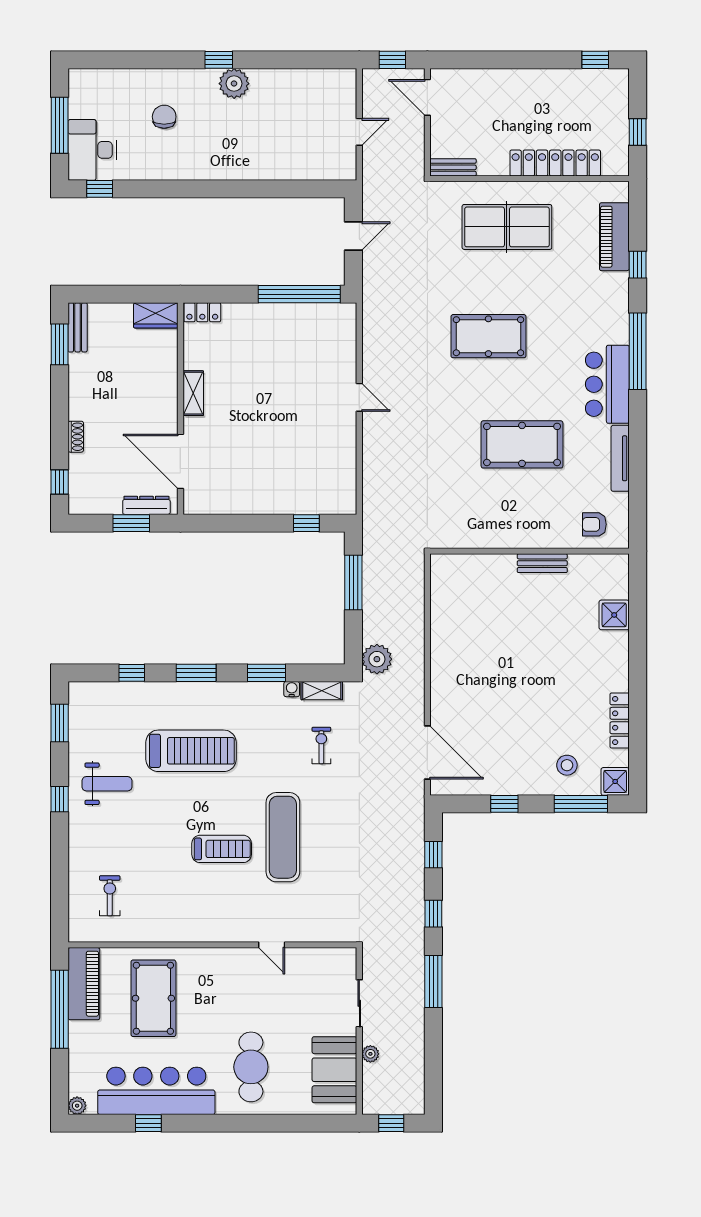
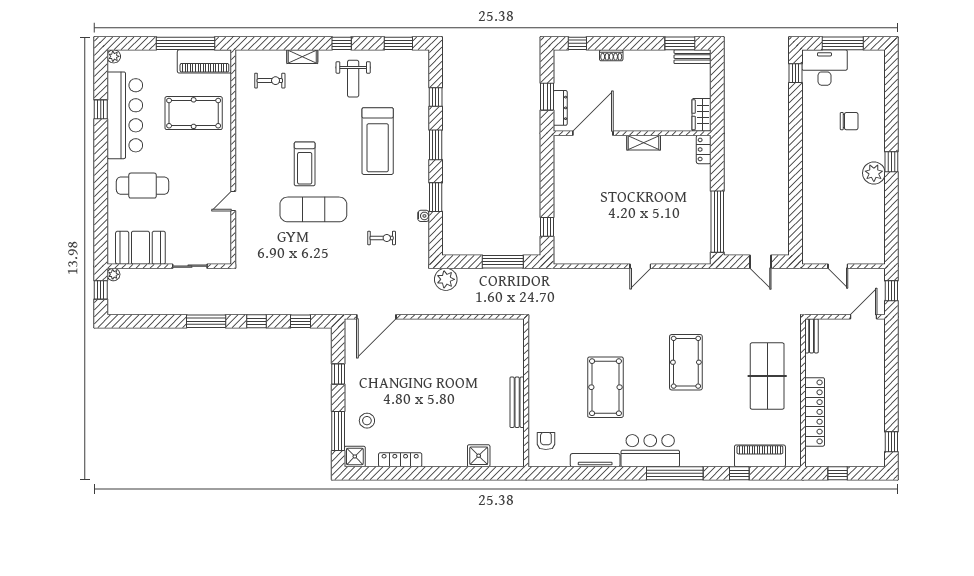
bench: (542, 563) -> (517, 402), width x1.36
shelving: (322, 691) -> (302, 57), moved, turned 90
plant: (370, 1054) -> (113, 274), moved

